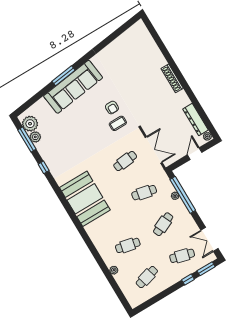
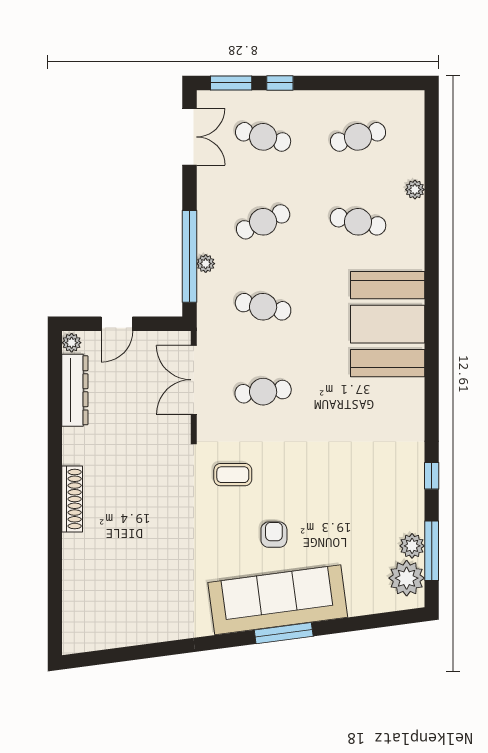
armchair: (112, 107) -> (274, 535), moved
booth: (85, 199) -> (388, 324), moved

